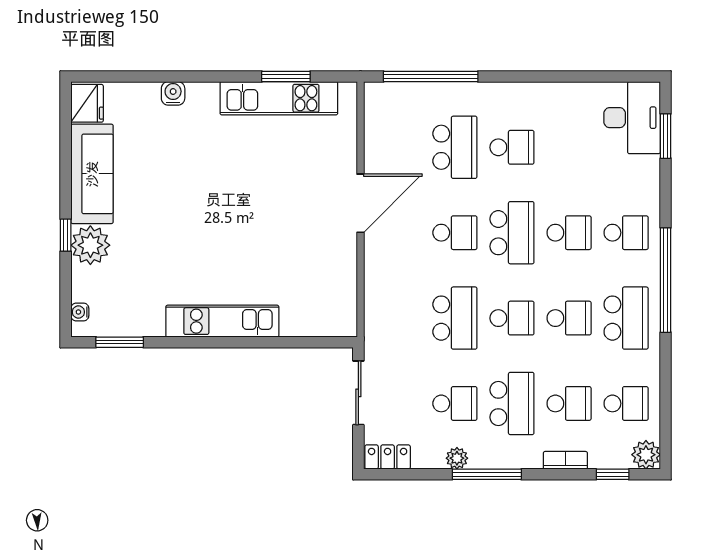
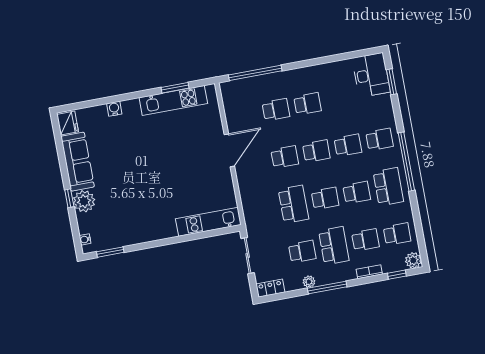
school desk: (455, 147) -> (276, 110), width x0.54
school desk: (512, 233) -> (316, 151), width x0.54
kitchen unit: (222, 321) -> (208, 222), moved

